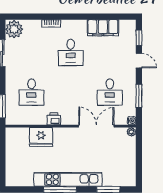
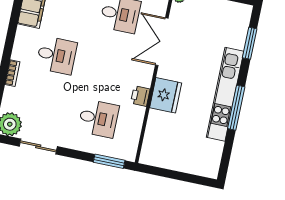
fridge: (41, 137) -> (166, 95), moved

